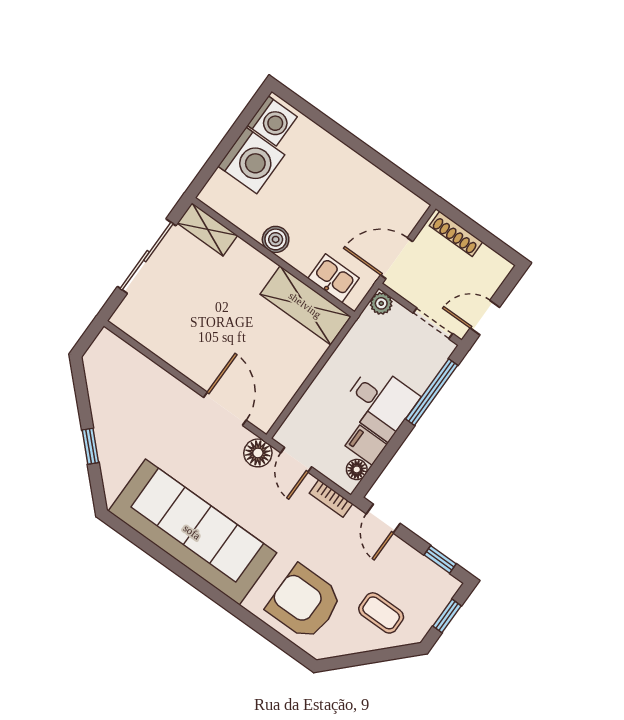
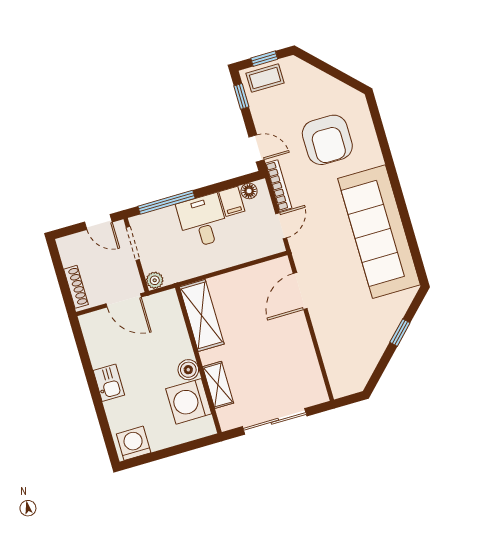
washing machine: (251, 161) -> (189, 401), moved, turned -90
shelving: (207, 229) -> (218, 385), moved
kitchen sink: (334, 278) -> (109, 383), moved, turned 180
floor lamp: (258, 453) -> (301, 248), removed
bookcase: (331, 498) -> (279, 186), width x1.56
door: (383, 519) -> (256, 148), hinge flipped
armchair: (304, 603) -> (327, 140), moved
coffee table: (381, 613) -> (265, 78), moved, turned 90

